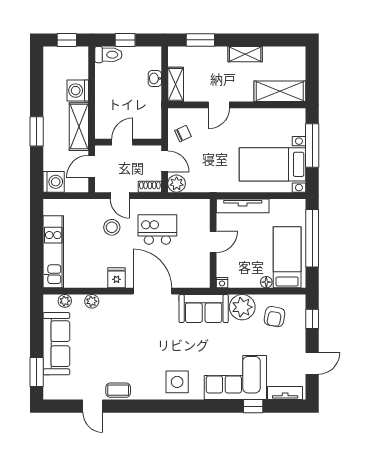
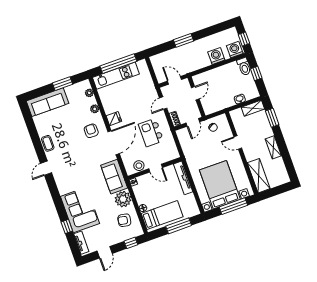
shelving: (176, 84) -> (253, 108), moved
shelving: (79, 127) -> (195, 64), removed
door: (122, 142) -> (195, 93), hinge flipped
bed with nightstands: (273, 164) -> (220, 185), width x1.36
washing machine: (54, 182) -> (235, 50), moved, turned 180
plant: (177, 184) -> (182, 134), removed
stool: (112, 227) -> (139, 166), moved
kitchen island: (157, 230) -> (151, 133), turned 180
window: (312, 238) -> (179, 226), width x0.68
window: (37, 241) -> (118, 64), added
armchair: (123, 318) -> (91, 131), added
sofa: (56, 344) -> (47, 102), moved
door: (312, 363) -> (105, 252), hinge flipped
window: (37, 372) -> (62, 84), moved
side table: (177, 382) -> (65, 176), removed
door: (93, 406) -> (46, 168), moved

